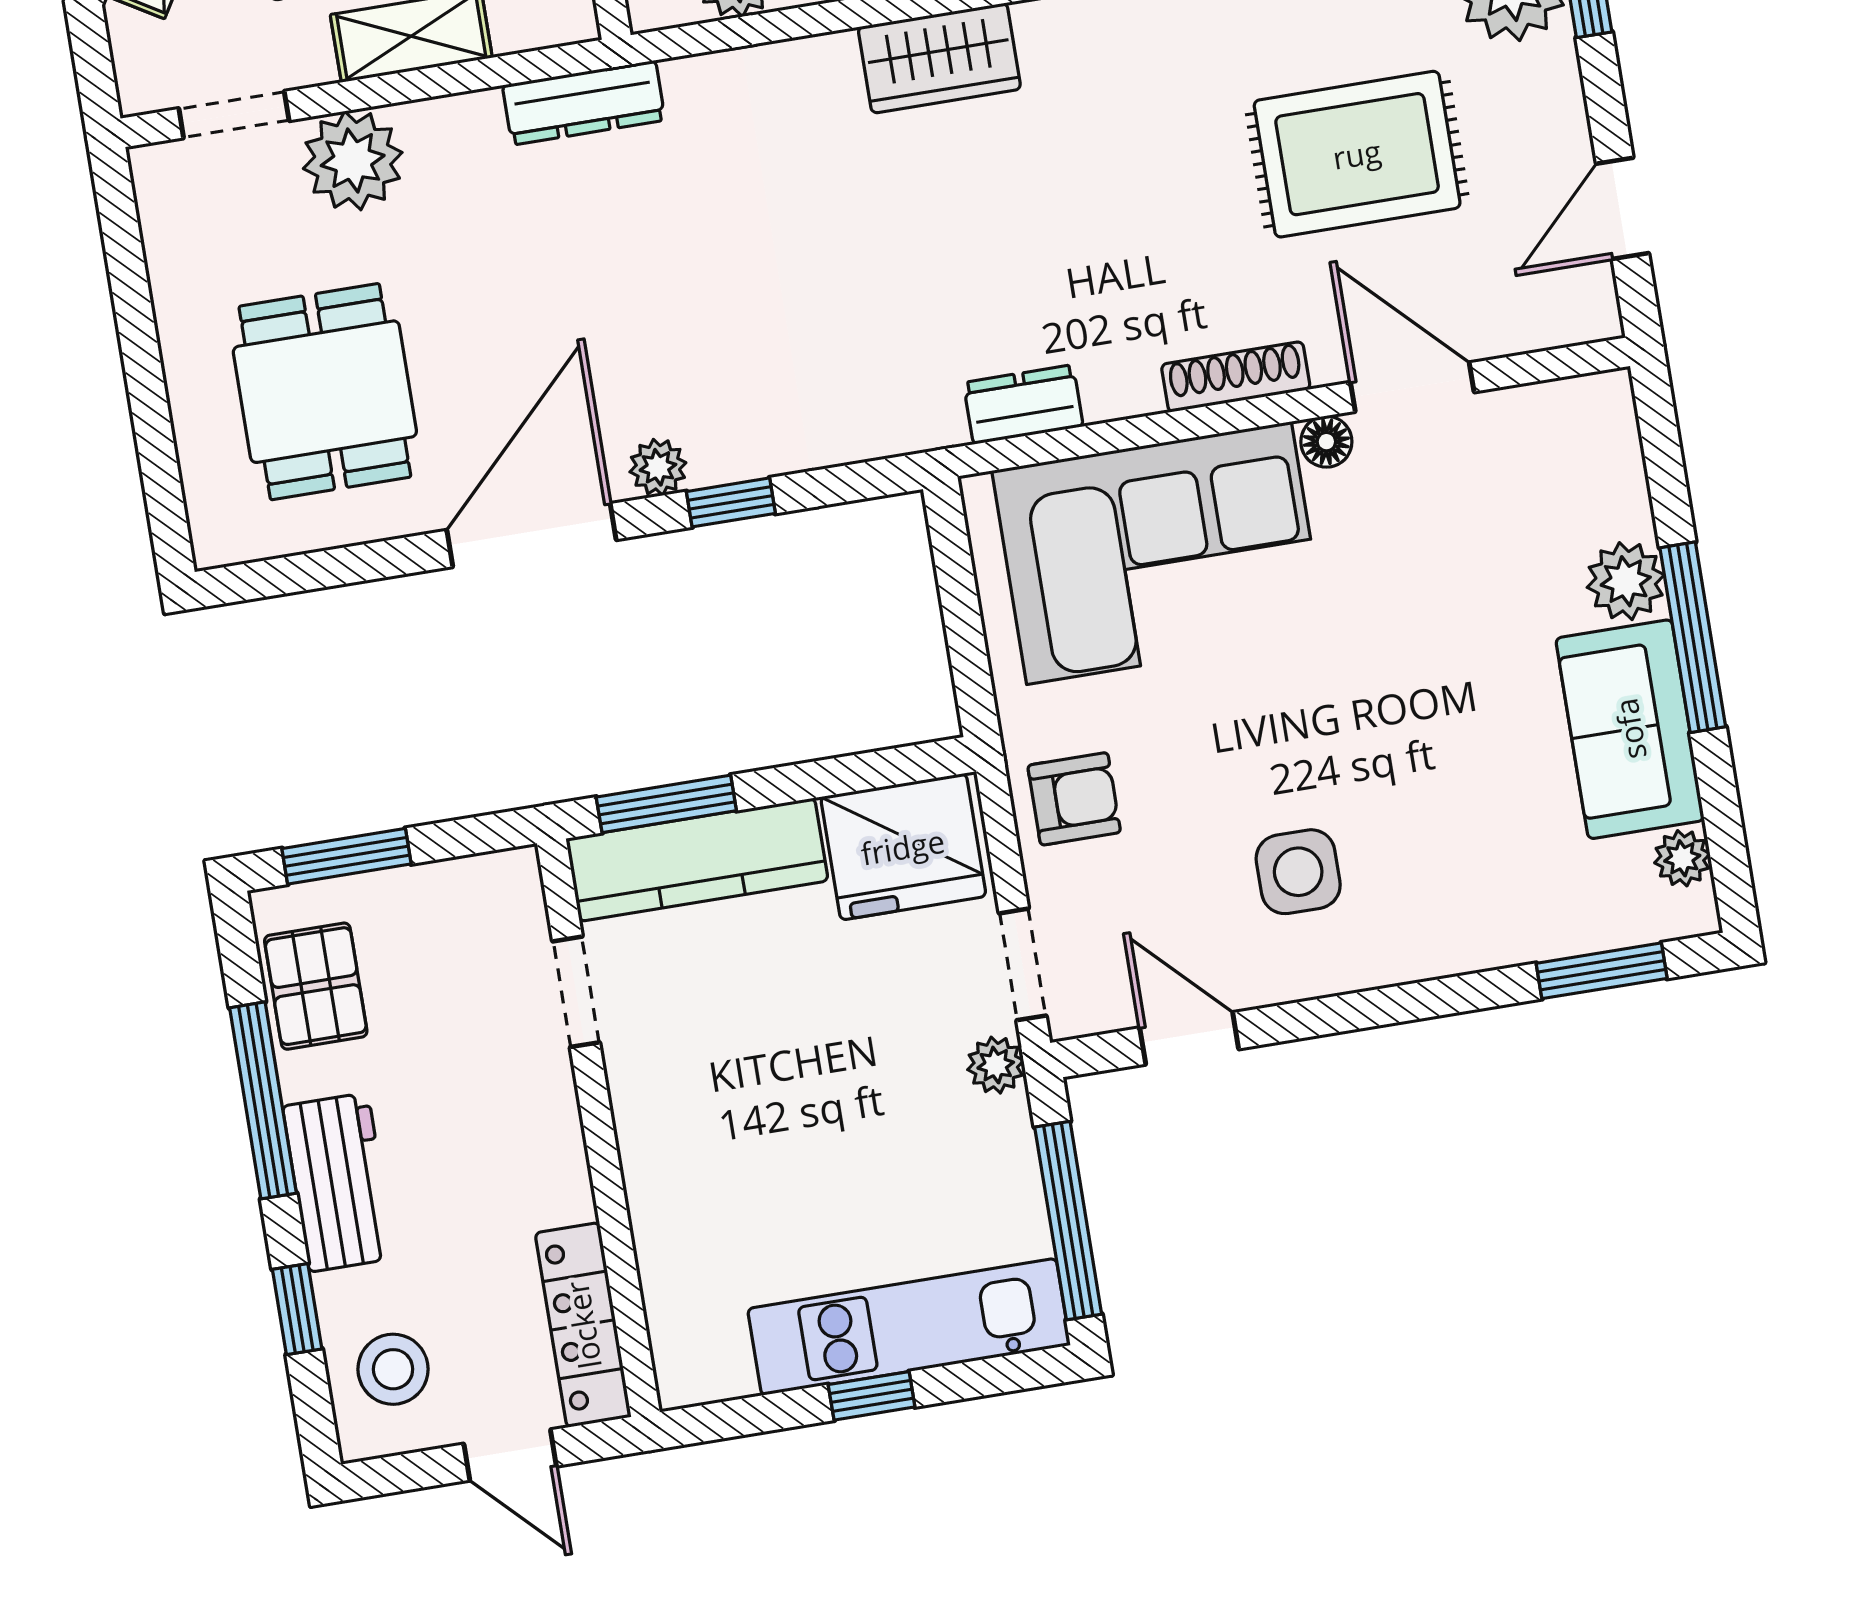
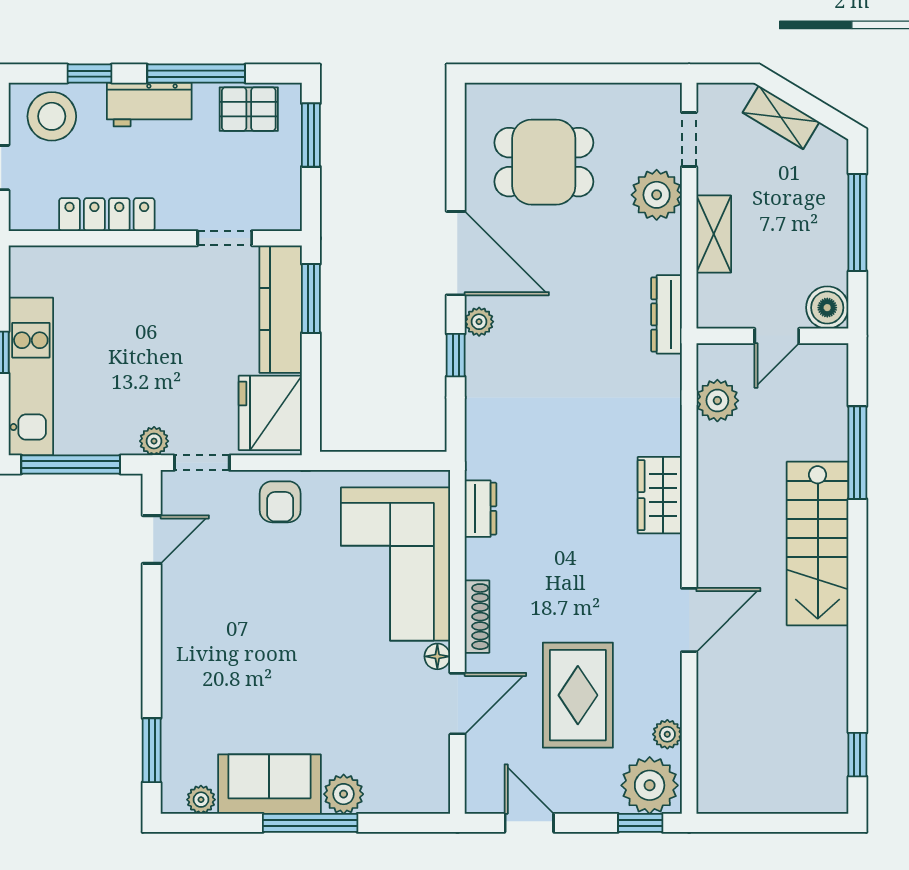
side table: (1298, 872) -> (226, 607), removed
locker: (583, 1325) -> (107, 215), moved
stool: (393, 1369) -> (52, 116), width x1.38, depth x1.38

